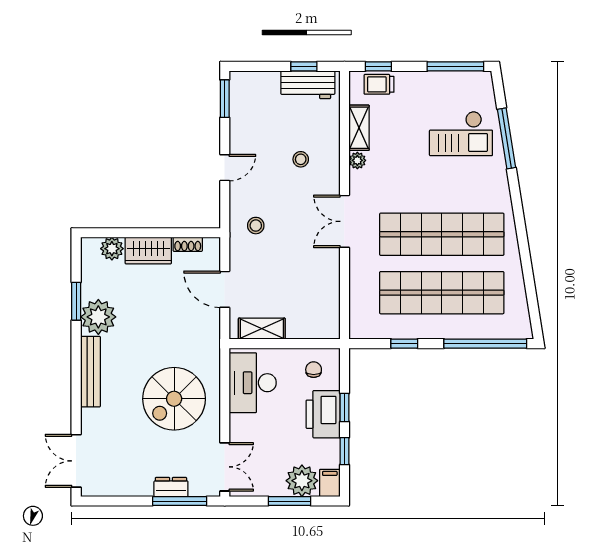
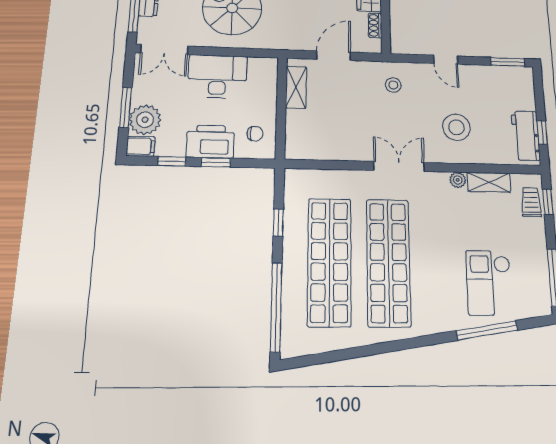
stool: (301, 159) -> (456, 127), width x1.89, depth x1.89
desk: (253, 383) -> (217, 76), moved

